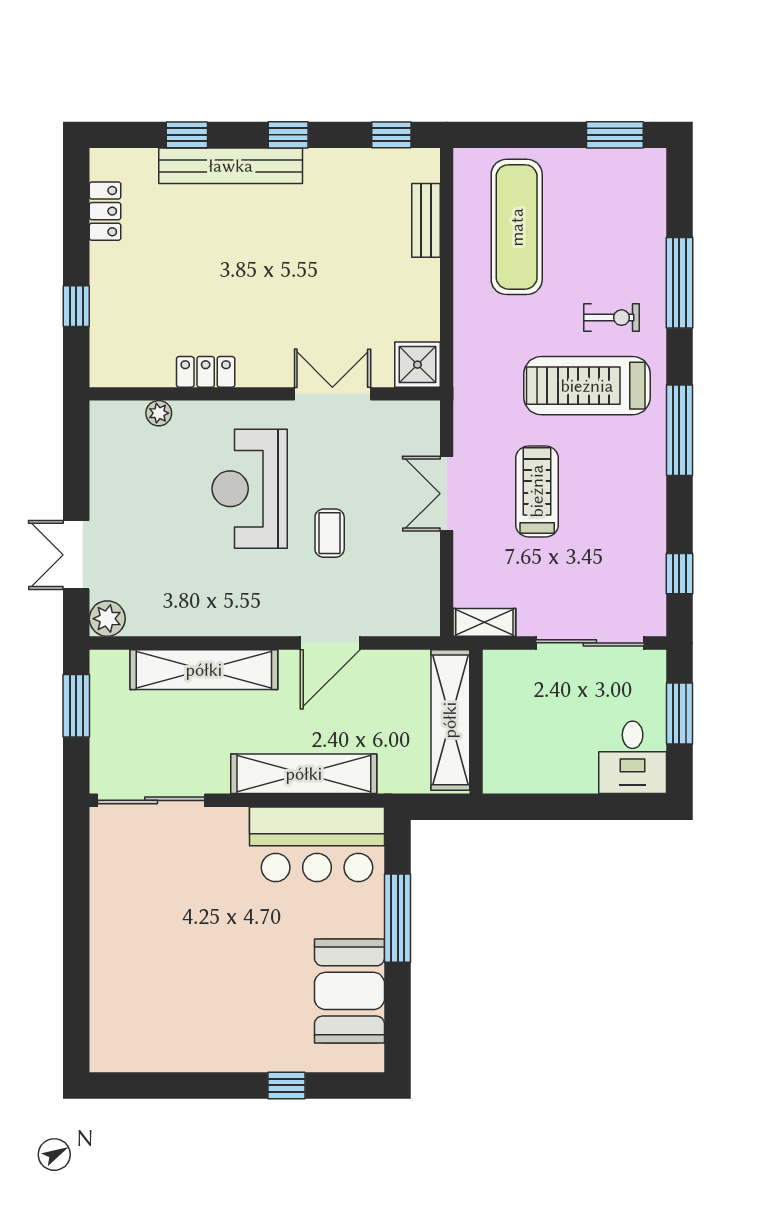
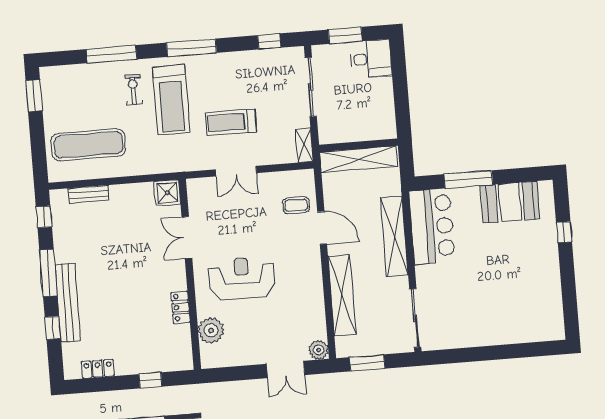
window: (288, 135) -> (48, 273), width x2.17
plant: (159, 413) -> (211, 330), width x1.88, depth x1.88
reception desk: (250, 489) -> (242, 278), turned 180
coffee table: (330, 533) -> (296, 205), moved

